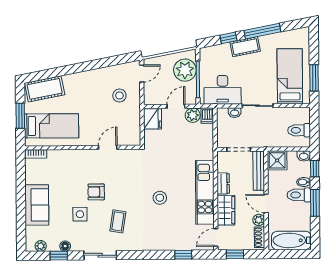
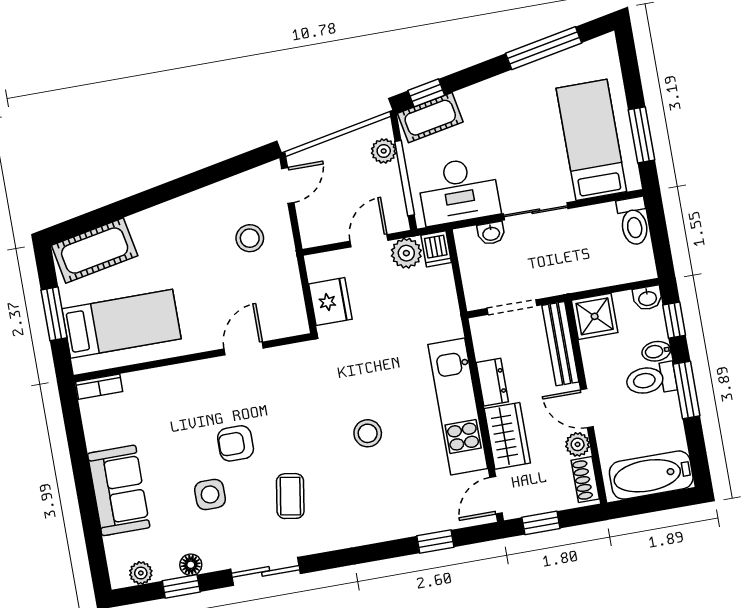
window: (262, 31) -> (544, 48), moved
window: (228, 38) -> (426, 93), moved
cot: (245, 47) -> (430, 118), moved
plant: (185, 70) -> (384, 151), width x0.53, depth x0.53
fridge: (153, 119) -> (330, 302), moved
toilet: (299, 130) -> (634, 221), moved, turned -90

